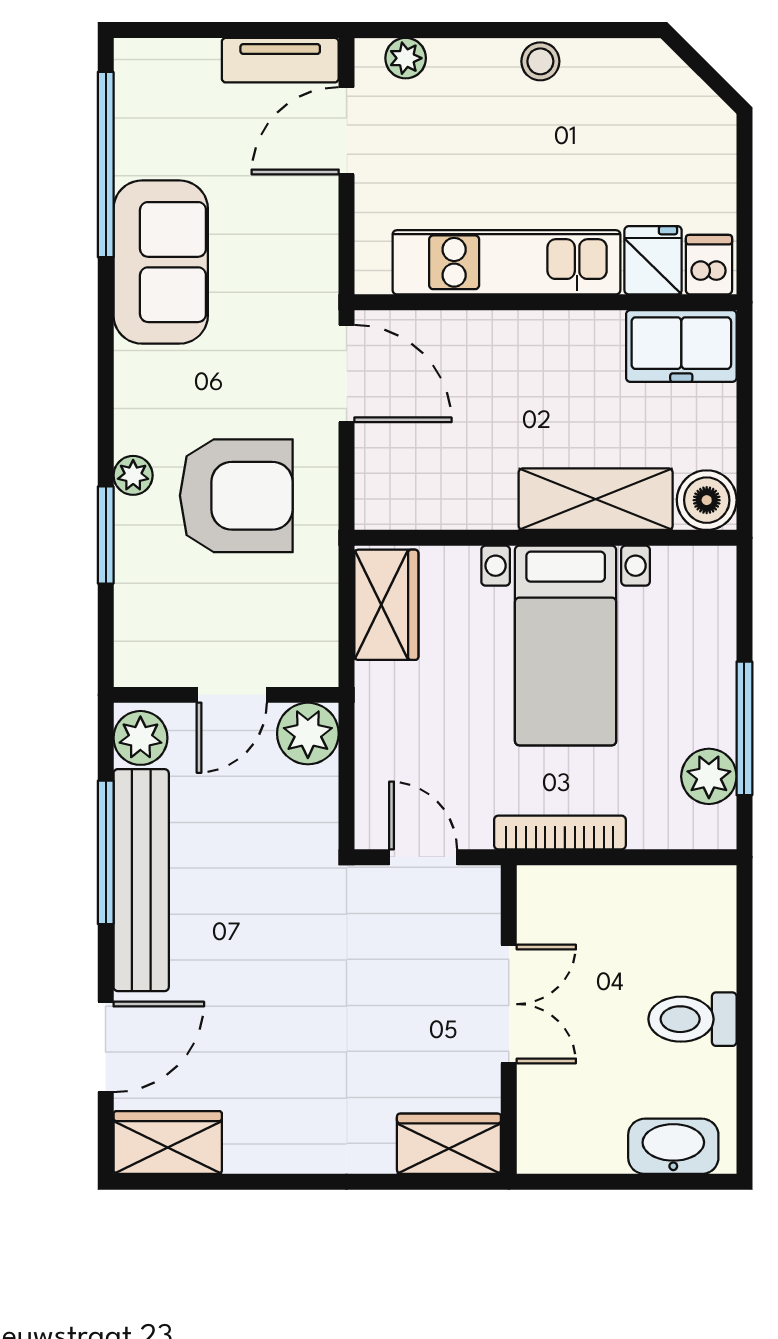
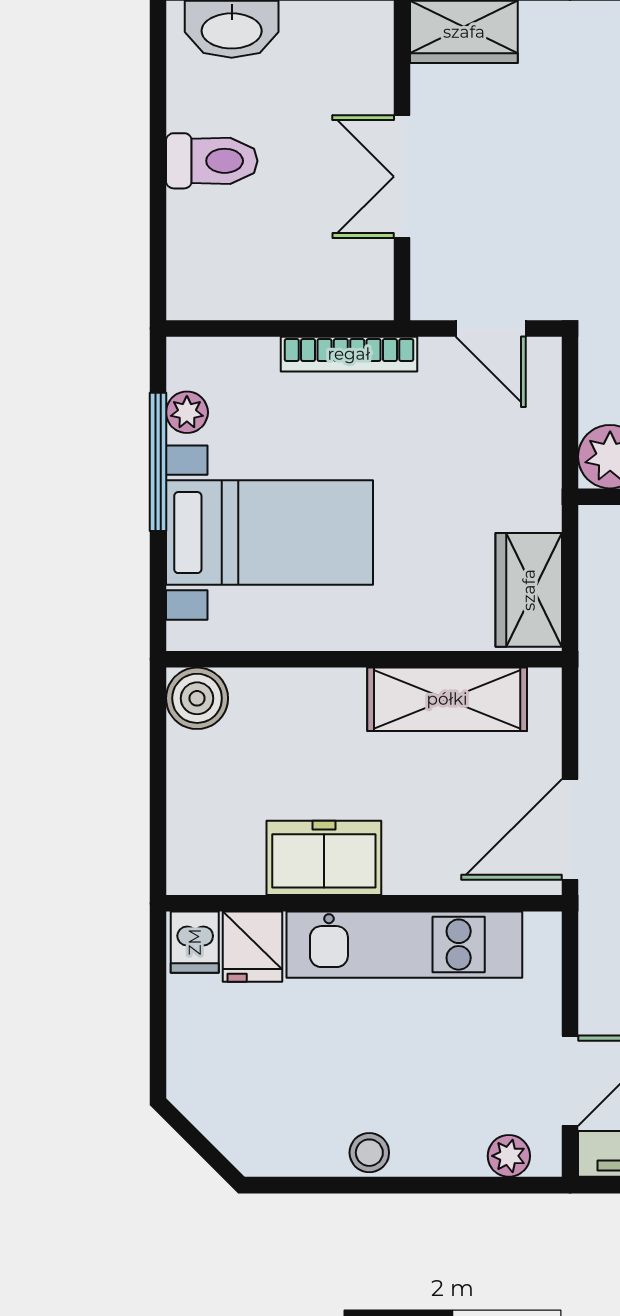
freezer: (681, 346) -> (324, 858), moved
door: (347, 374) -> (570, 829), hinge flipped
shelving: (596, 499) -> (447, 699), moved
bed with nightstands: (566, 645) -> (269, 533), moved, turned 90
plant: (709, 776) -> (187, 412), width x0.73, depth x0.73

